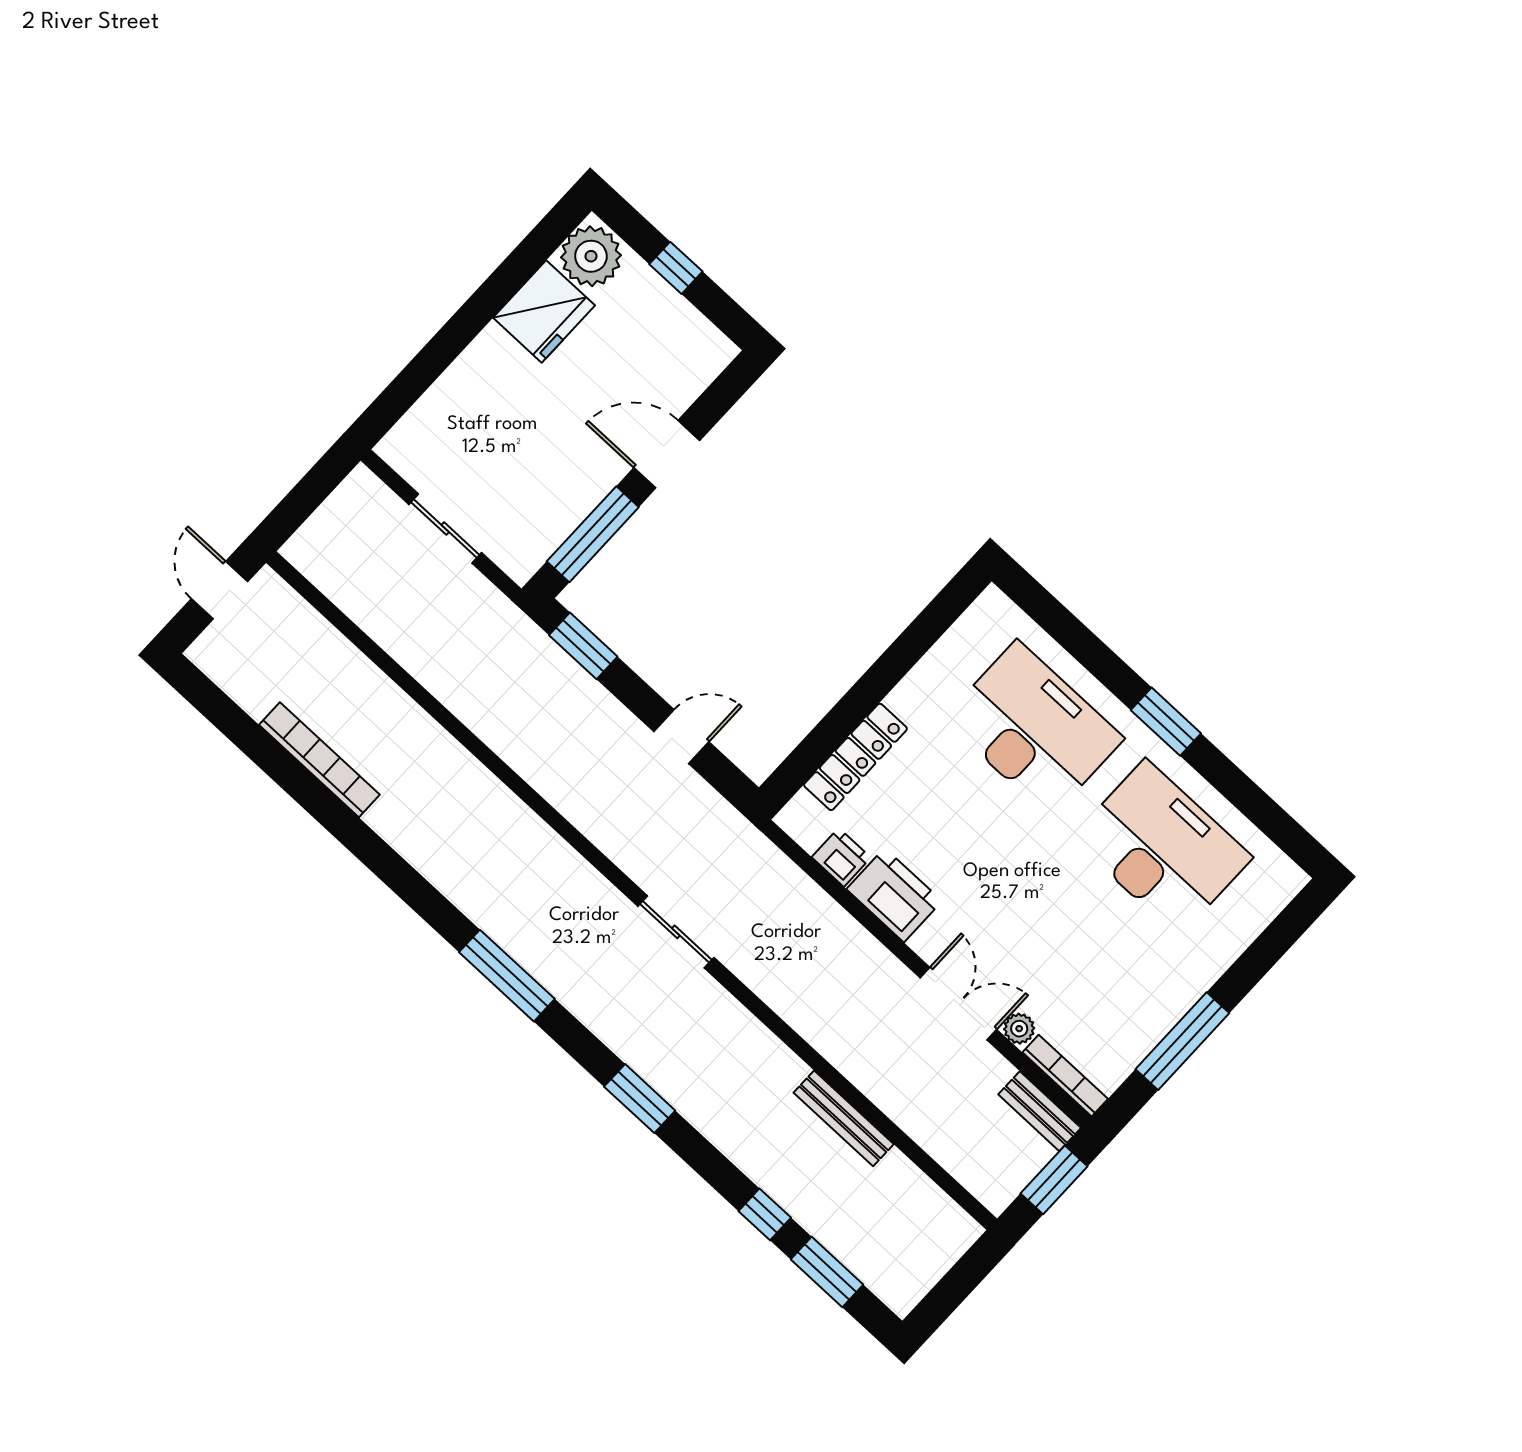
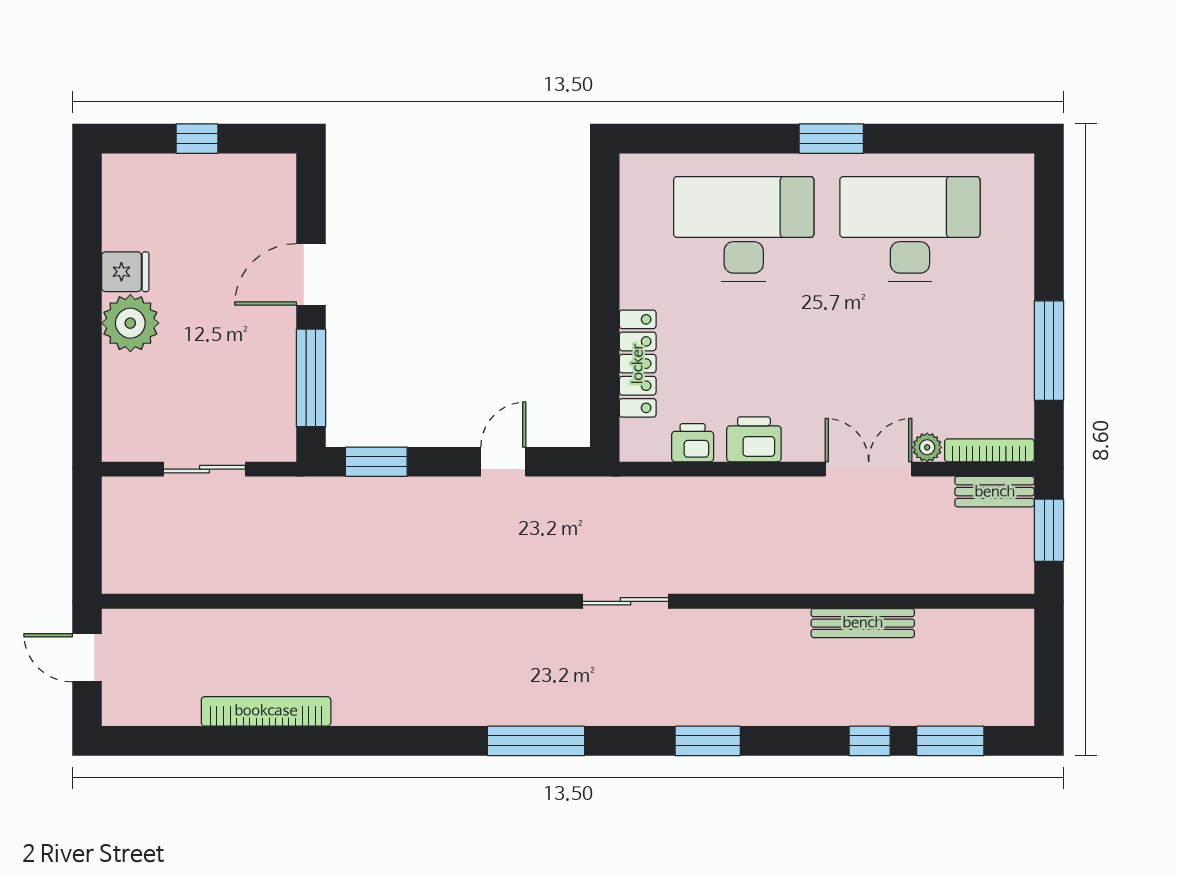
plant: (591, 256) -> (130, 323), moved
fridge: (544, 312) -> (125, 272), width x0.53, depth x0.75
printer: (894, 895) -> (754, 439), width x0.73, depth x0.84

